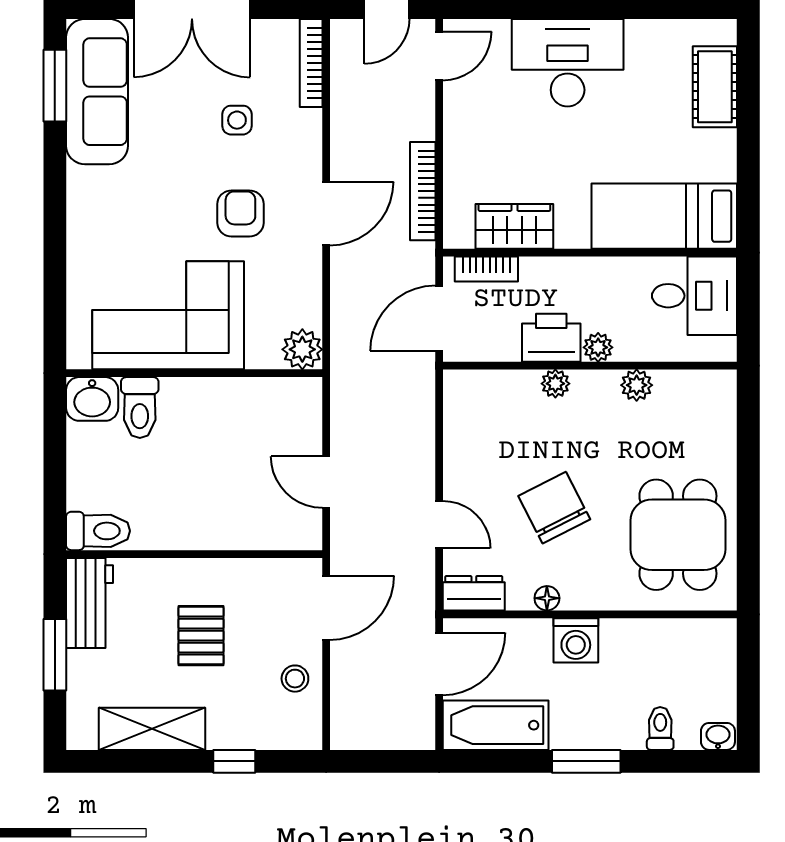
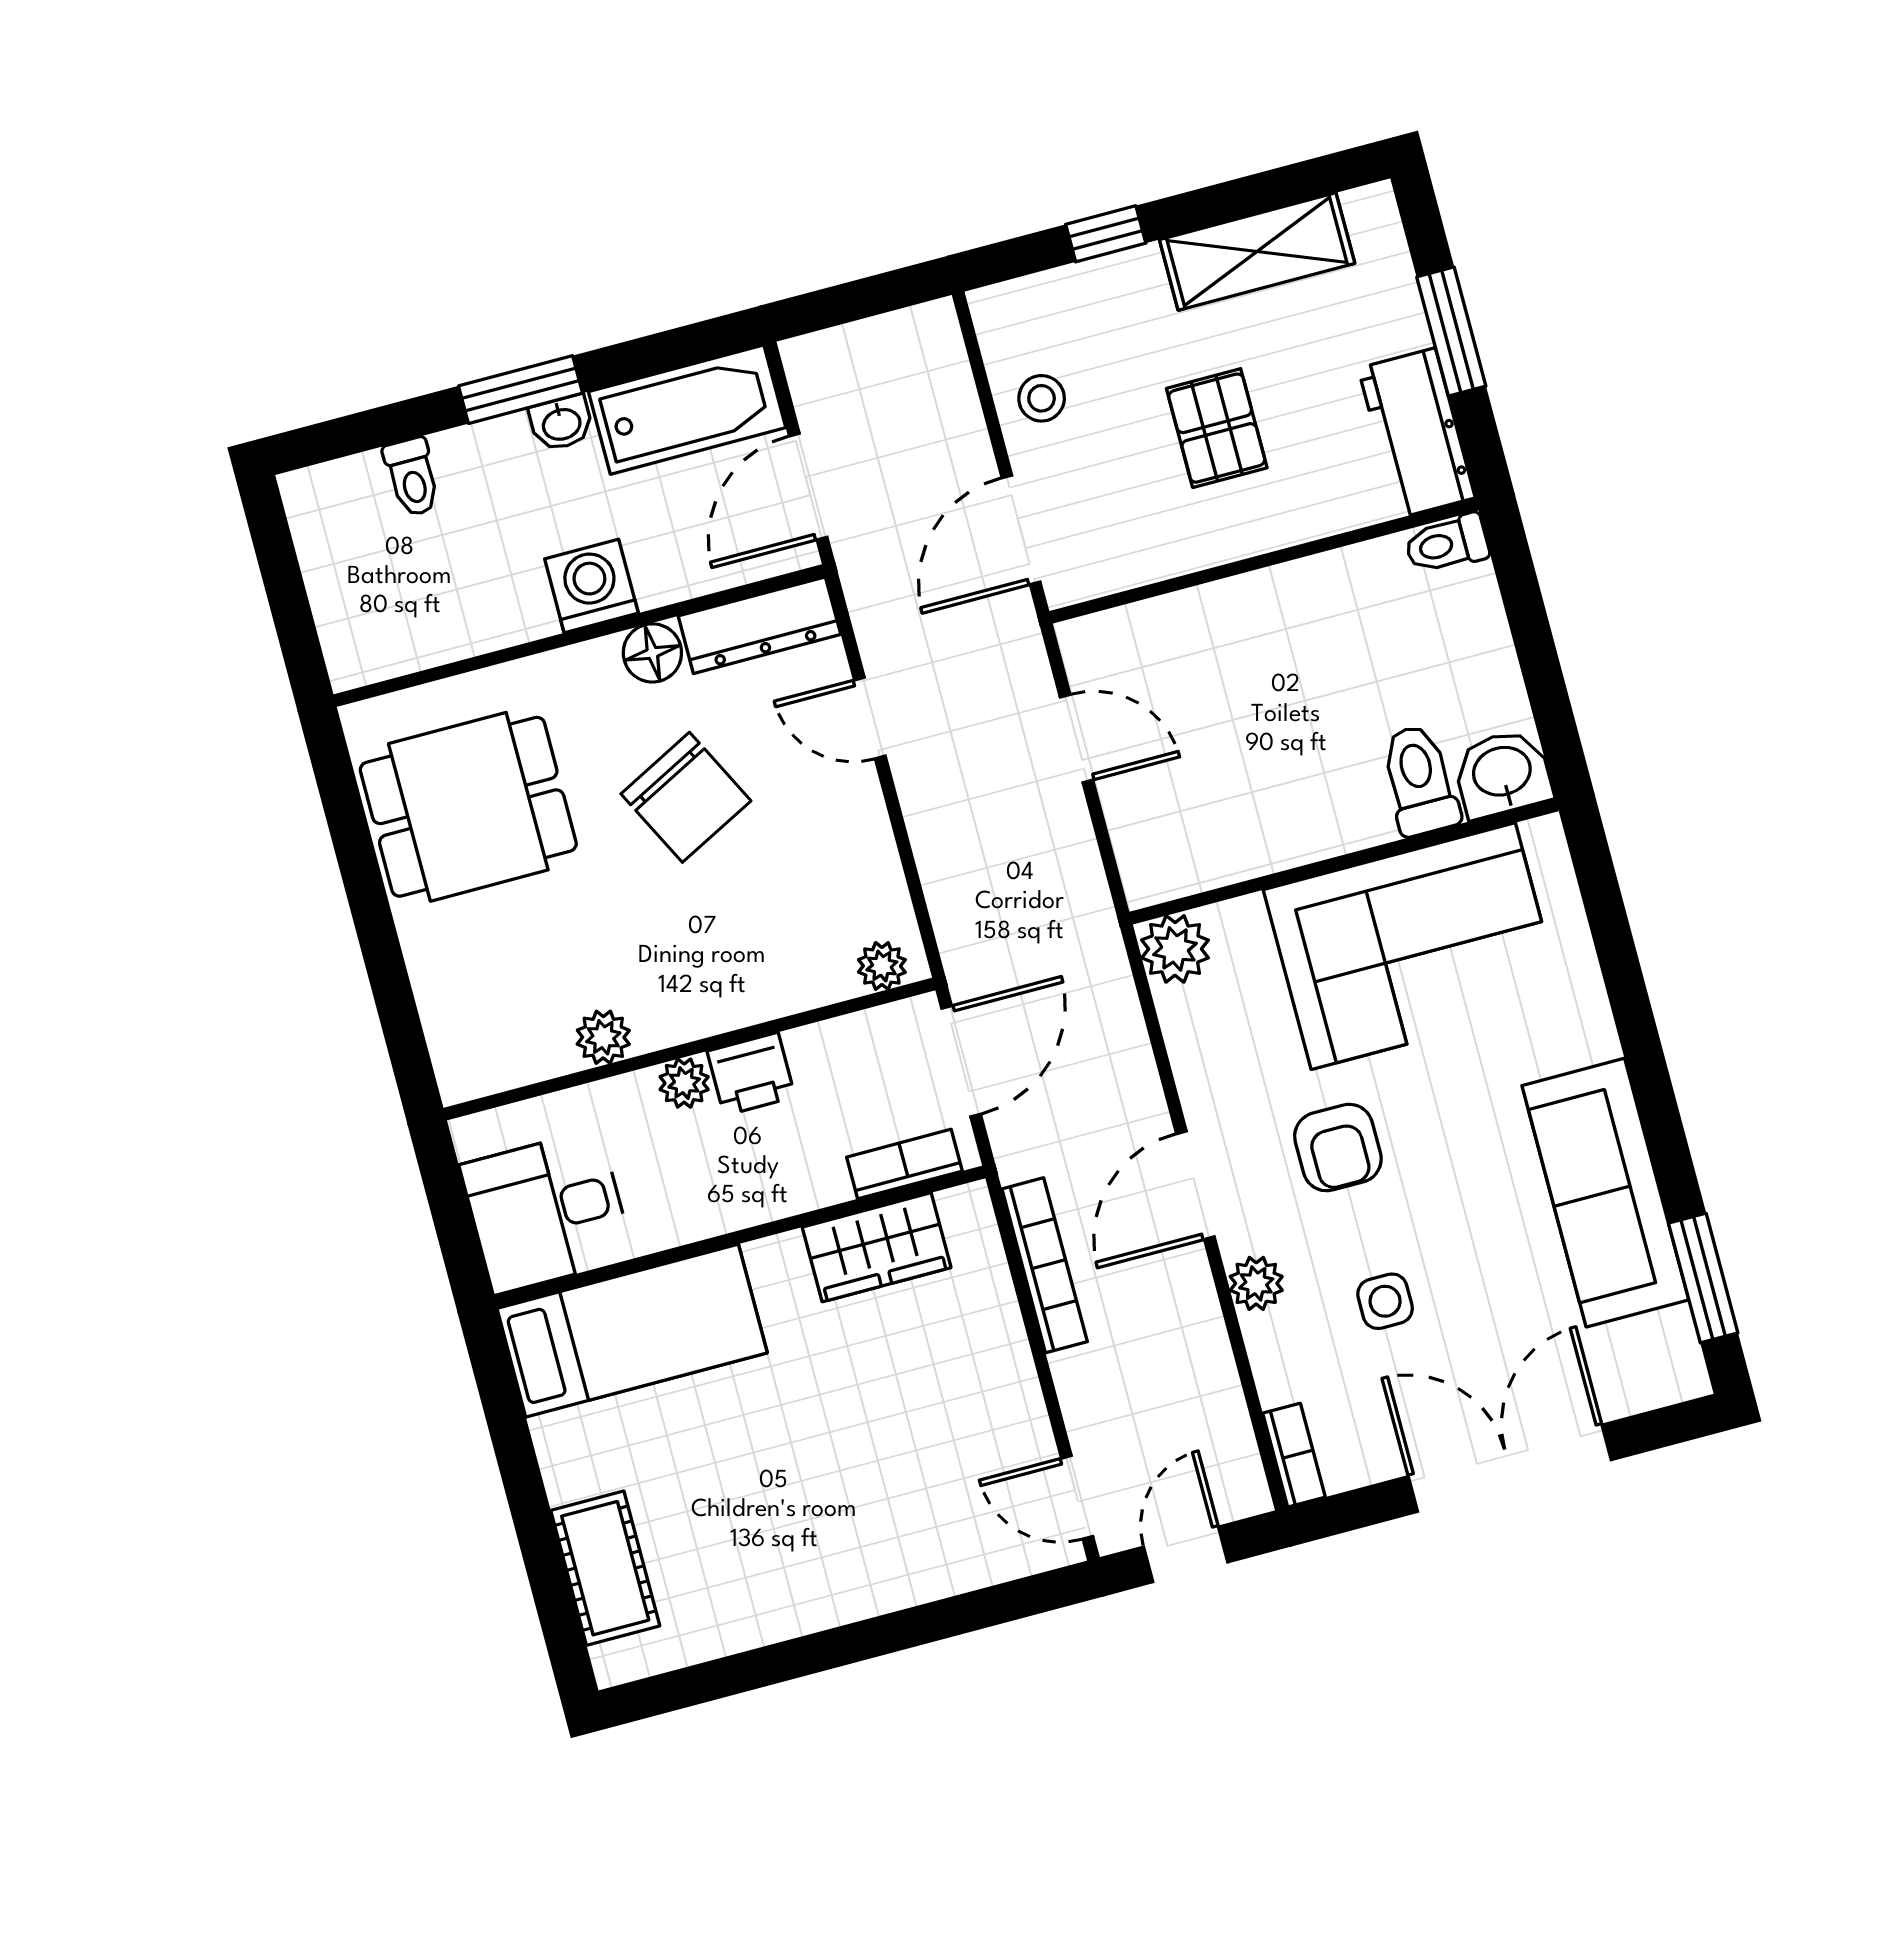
door: (439, 56) -> (1077, 1497), hinge flipped
bookcase: (311, 63) -> (1294, 1455), width x0.64
desk: (568, 63) -> (861, 1543), removed
sofa: (97, 92) -> (1605, 1193), moved
plant: (307, 149) -> (1256, 1283), added
printer: (551, 338) -> (751, 1074), width x0.73, depth x0.81
plant: (555, 384) -> (882, 966), moved
toilet: (98, 531) -> (1447, 544), width x0.73, depth x0.72
dining table: (678, 535) -> (468, 807), turned 90
dresser: (474, 593) -> (759, 625), width x1.44
floor lamp: (547, 598) -> (652, 653), width x1.37, depth x1.37
washbasin: (718, 736) -> (561, 423), moved

